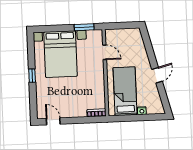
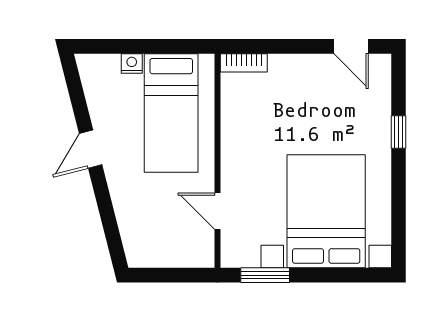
window: (32, 76) -> (398, 132), moved

